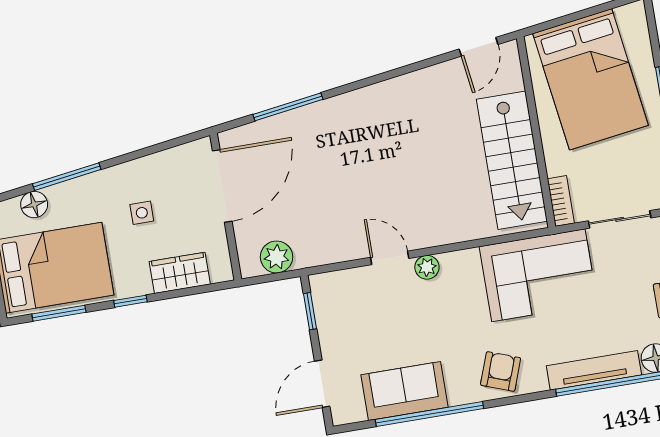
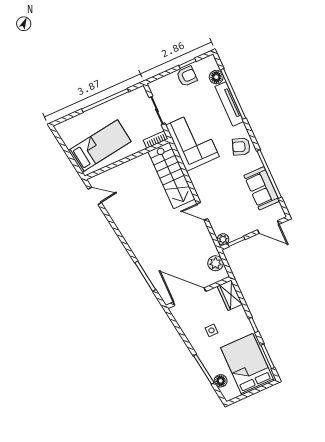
bed: (591, 79) -> (100, 146), width x0.67
stairs: (512, 160) -> (171, 175), moved, turned 90
door: (390, 258) -> (202, 211), hinge flipped
plant: (427, 267) -> (223, 239), moved
wardrobe: (180, 273) -> (230, 295), moved

